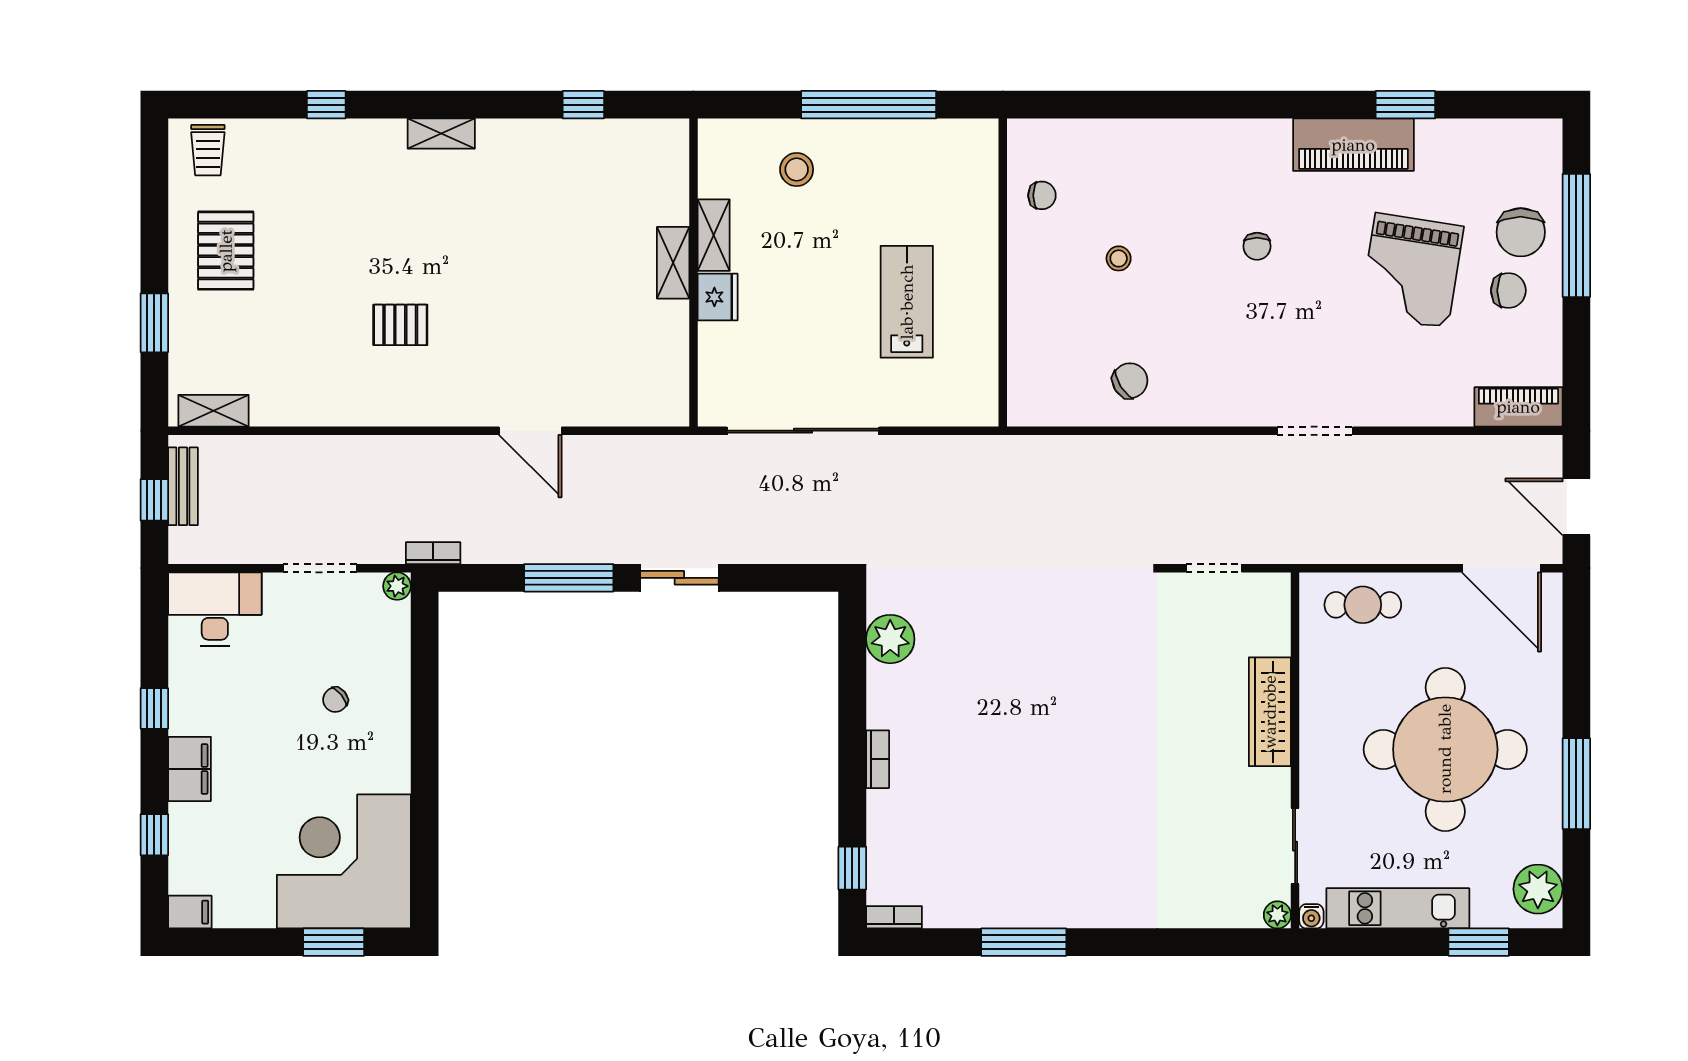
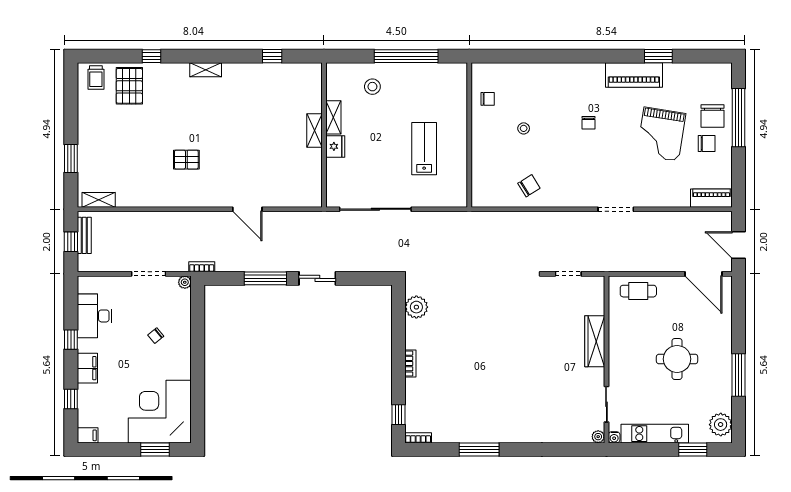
pallet: (226, 251) -> (129, 86), moved
desk: (215, 609) -> (94, 316), moved, turned -90
round table: (1445, 749) -> (677, 359), width x0.54, depth x0.54

